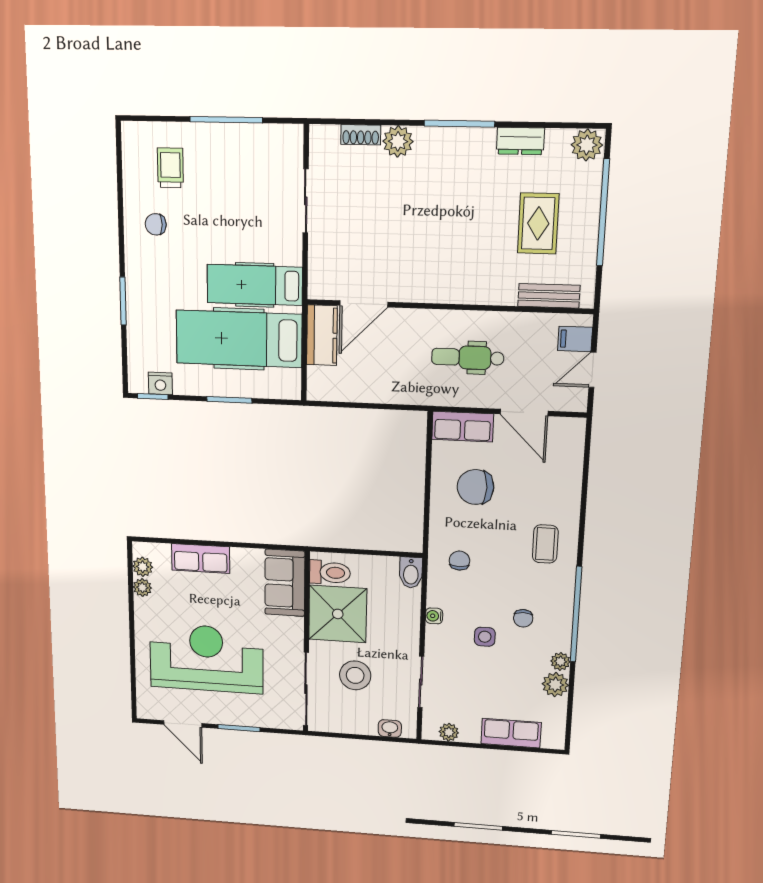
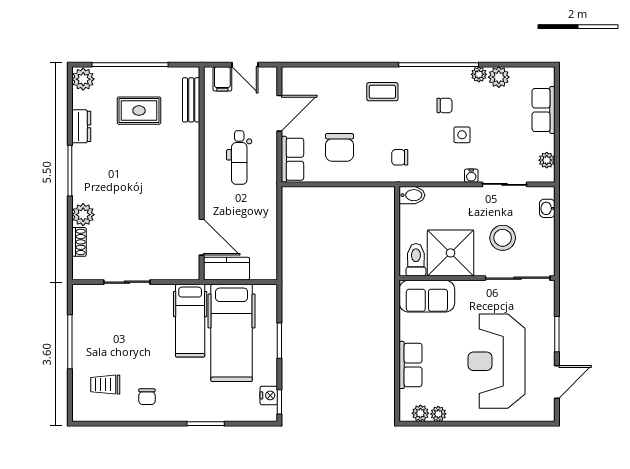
water cooler: (434, 616) -> (471, 176), moved

